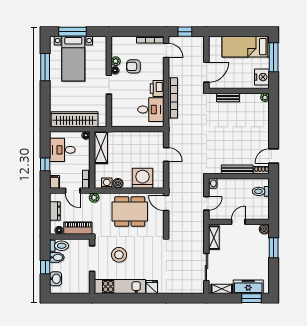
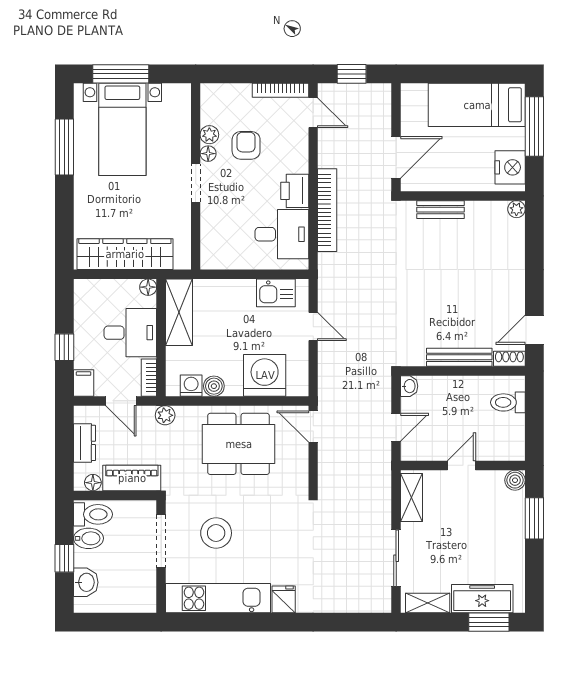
armchair: (133, 66) -> (246, 145), turned 90
kitchen sink: (148, 138) -> (276, 293), added
desk: (62, 150) -> (130, 333), moved, turned 180

